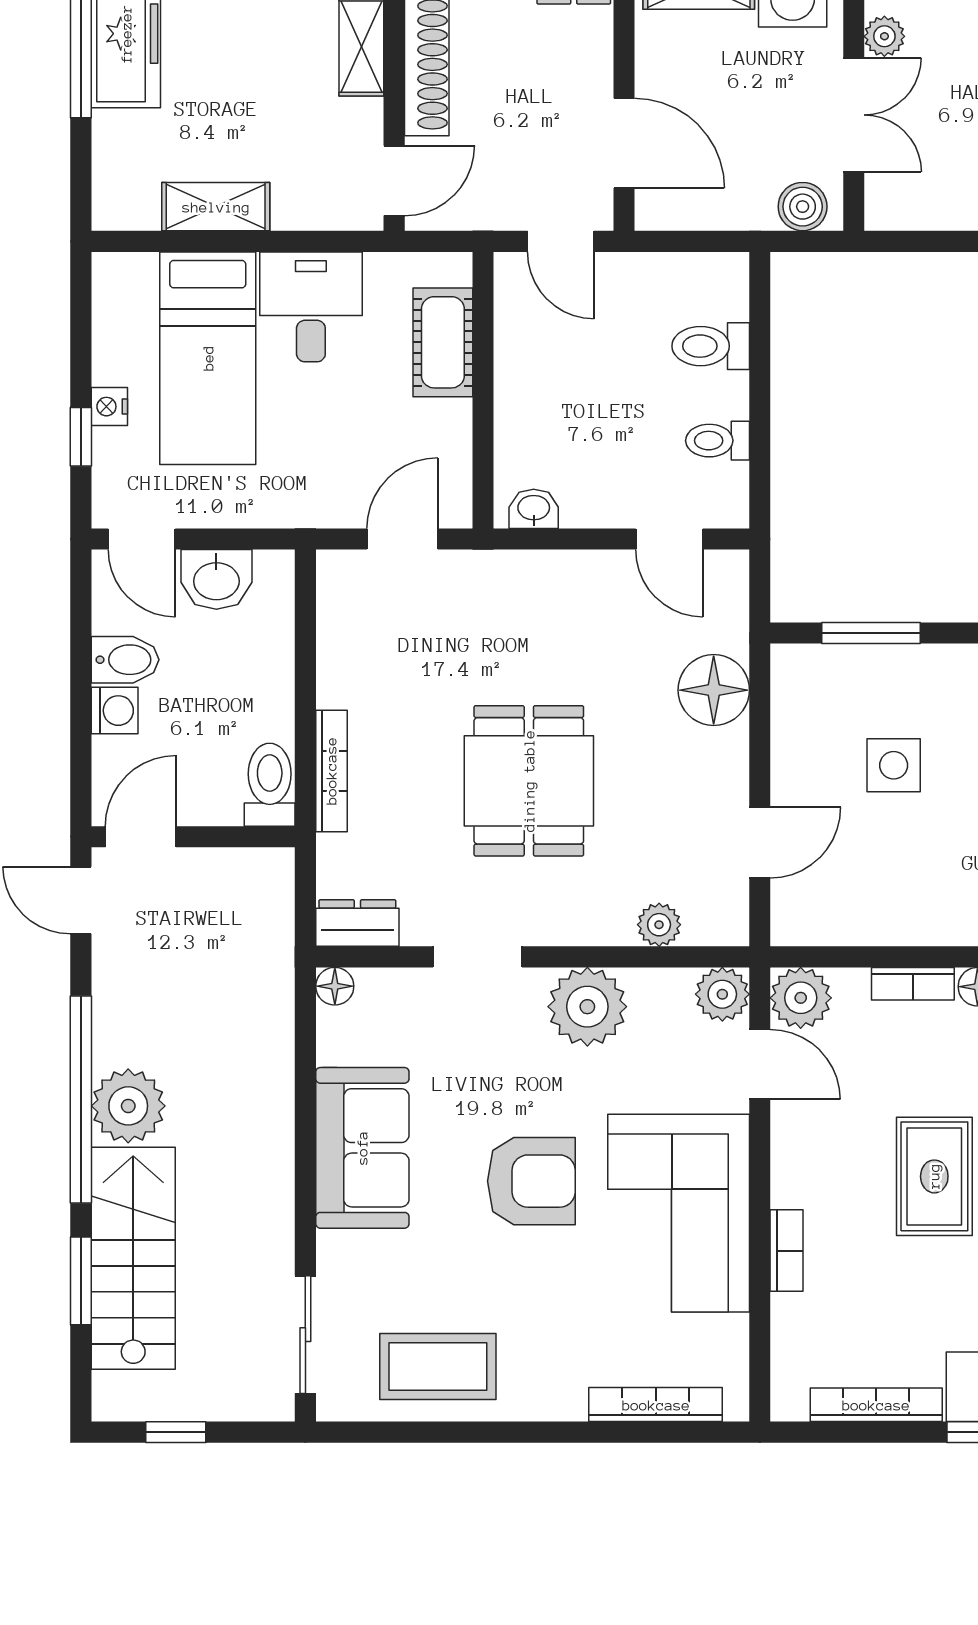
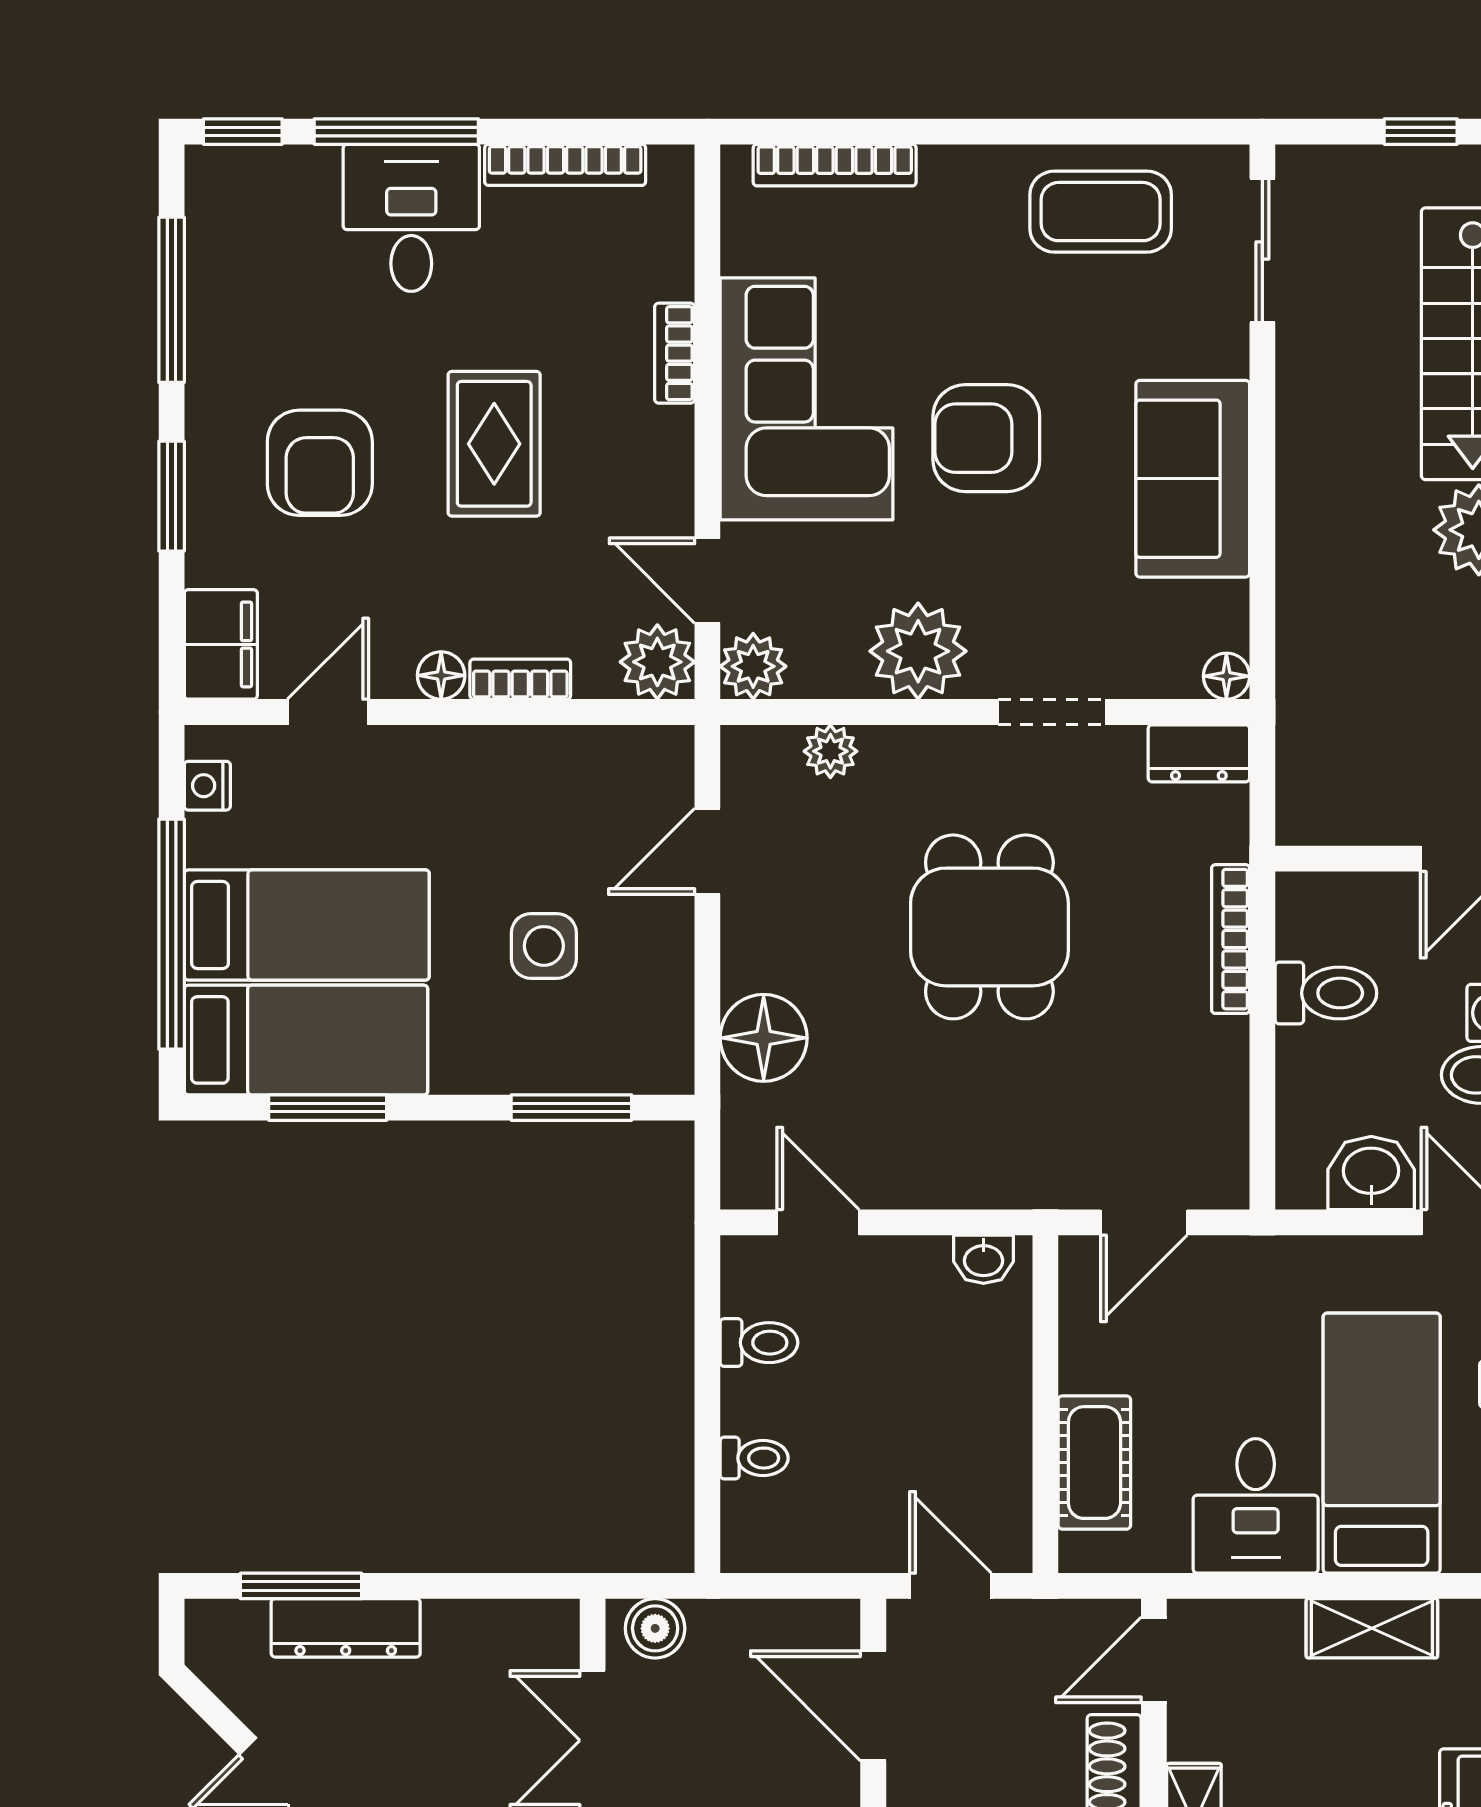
toilet: (711, 346) -> (754, 1458), width x0.73, depth x0.72
toilet: (270, 785) -> (1326, 993), moved, turned -90

